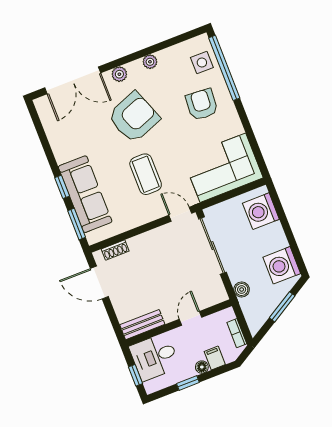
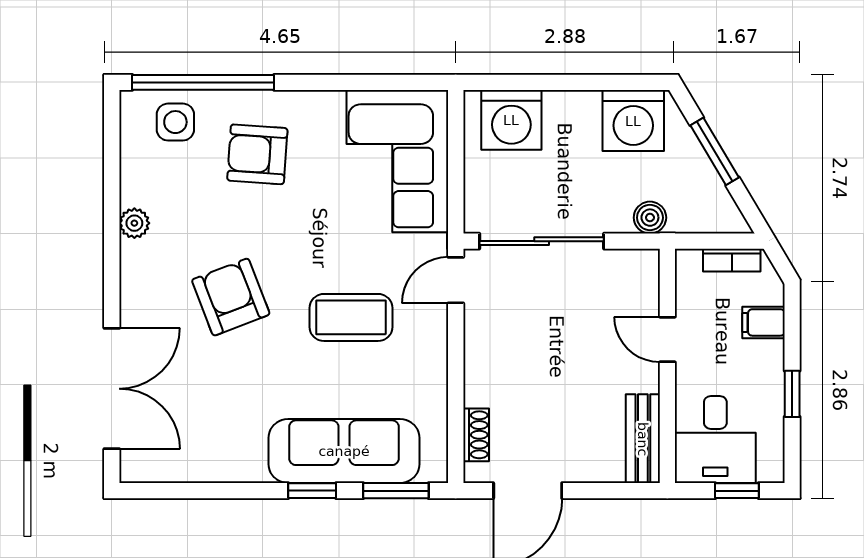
plant: (119, 74) -> (135, 292), removed
armchair: (134, 117) -> (231, 297), width x0.73, depth x0.73
floor lamp: (202, 367) -> (771, 355), removed

